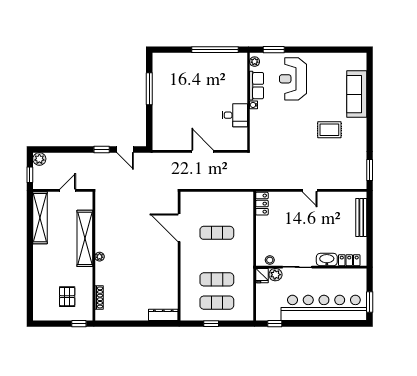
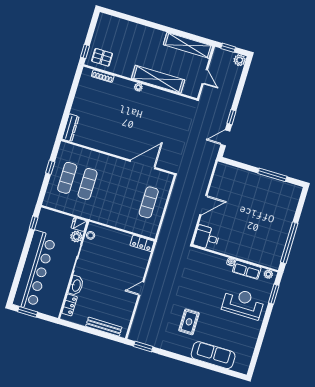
desk: (235, 115) -> (207, 238), moved, turned 90
exercise mat: (217, 233) -> (149, 202), moved
pallet: (67, 297) -> (102, 57), moved

